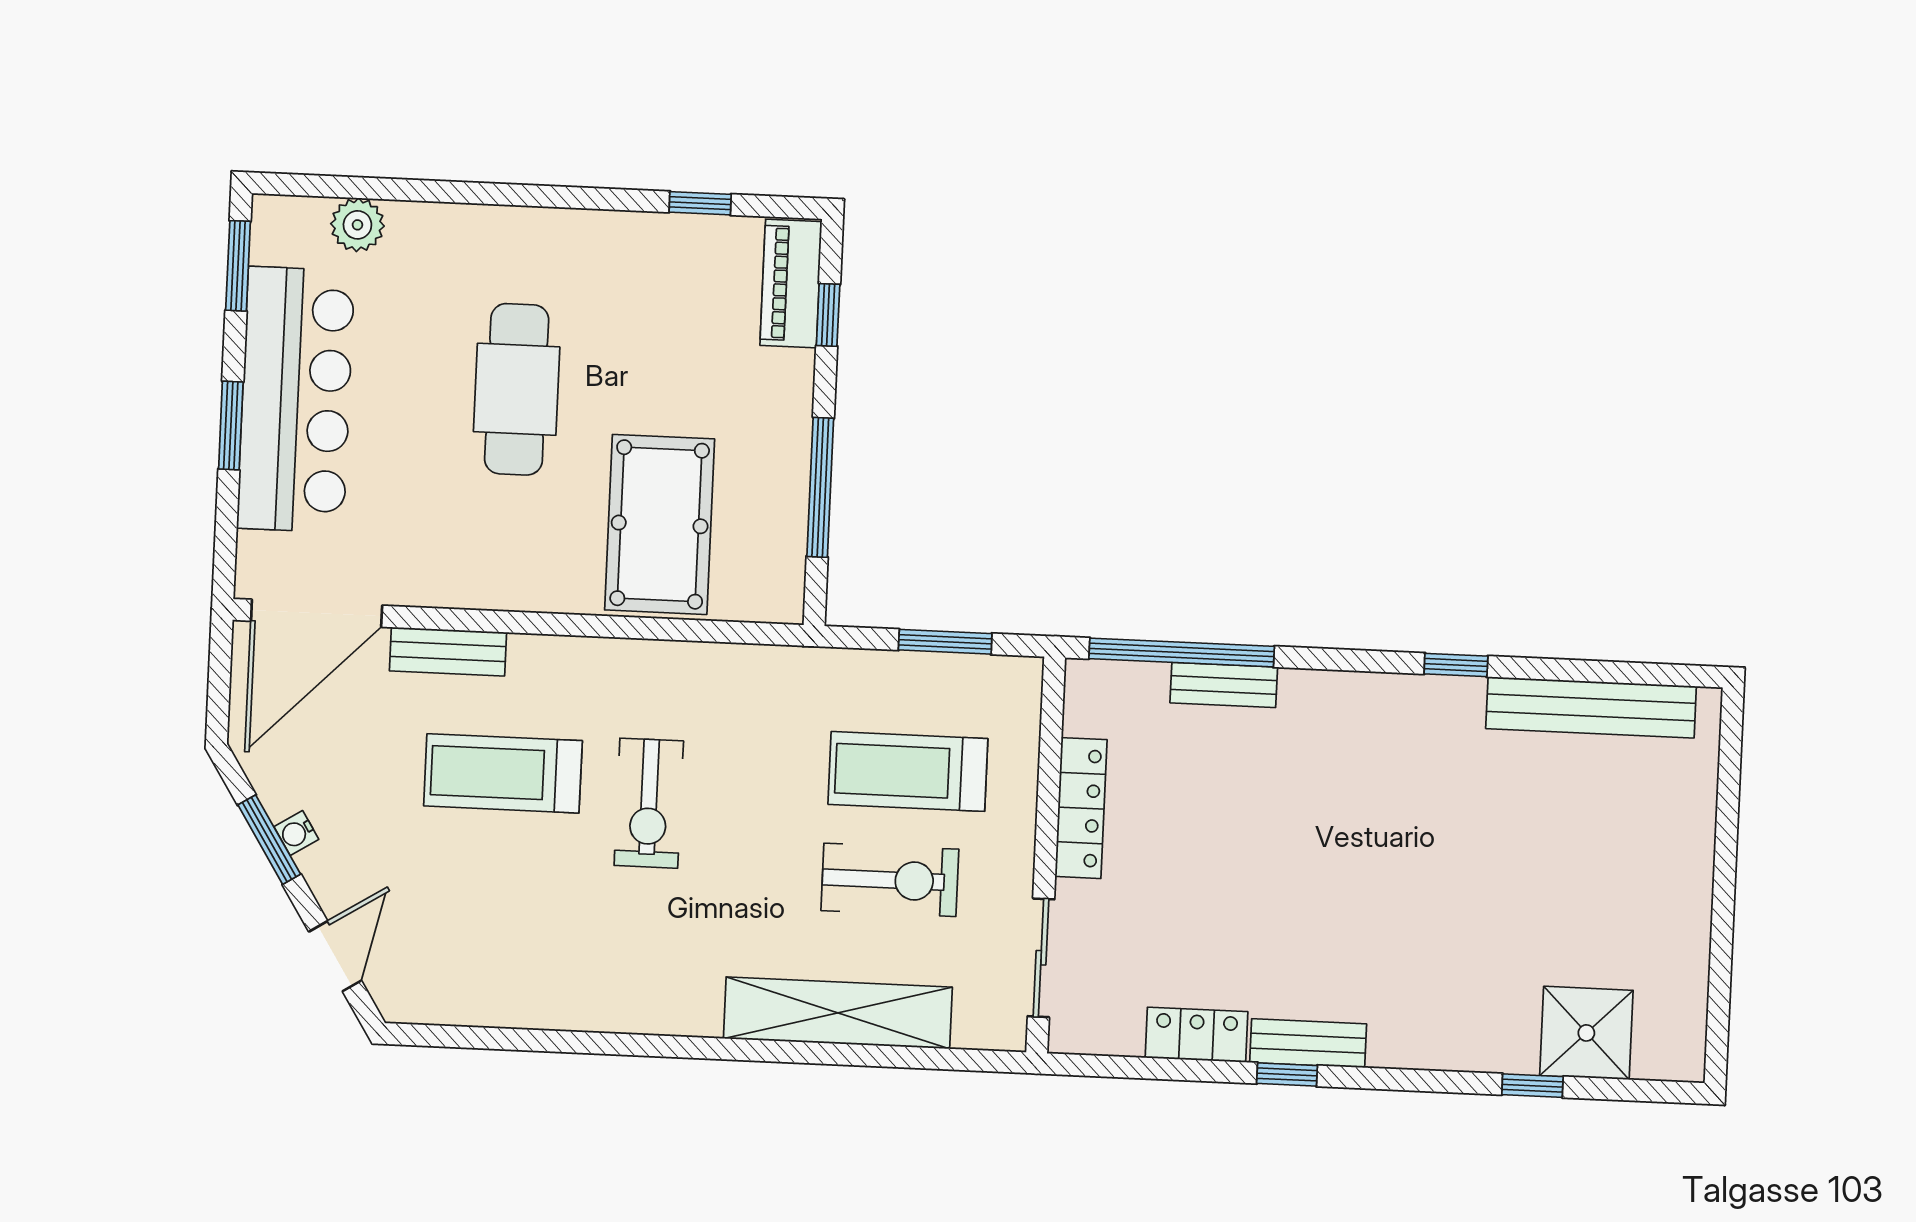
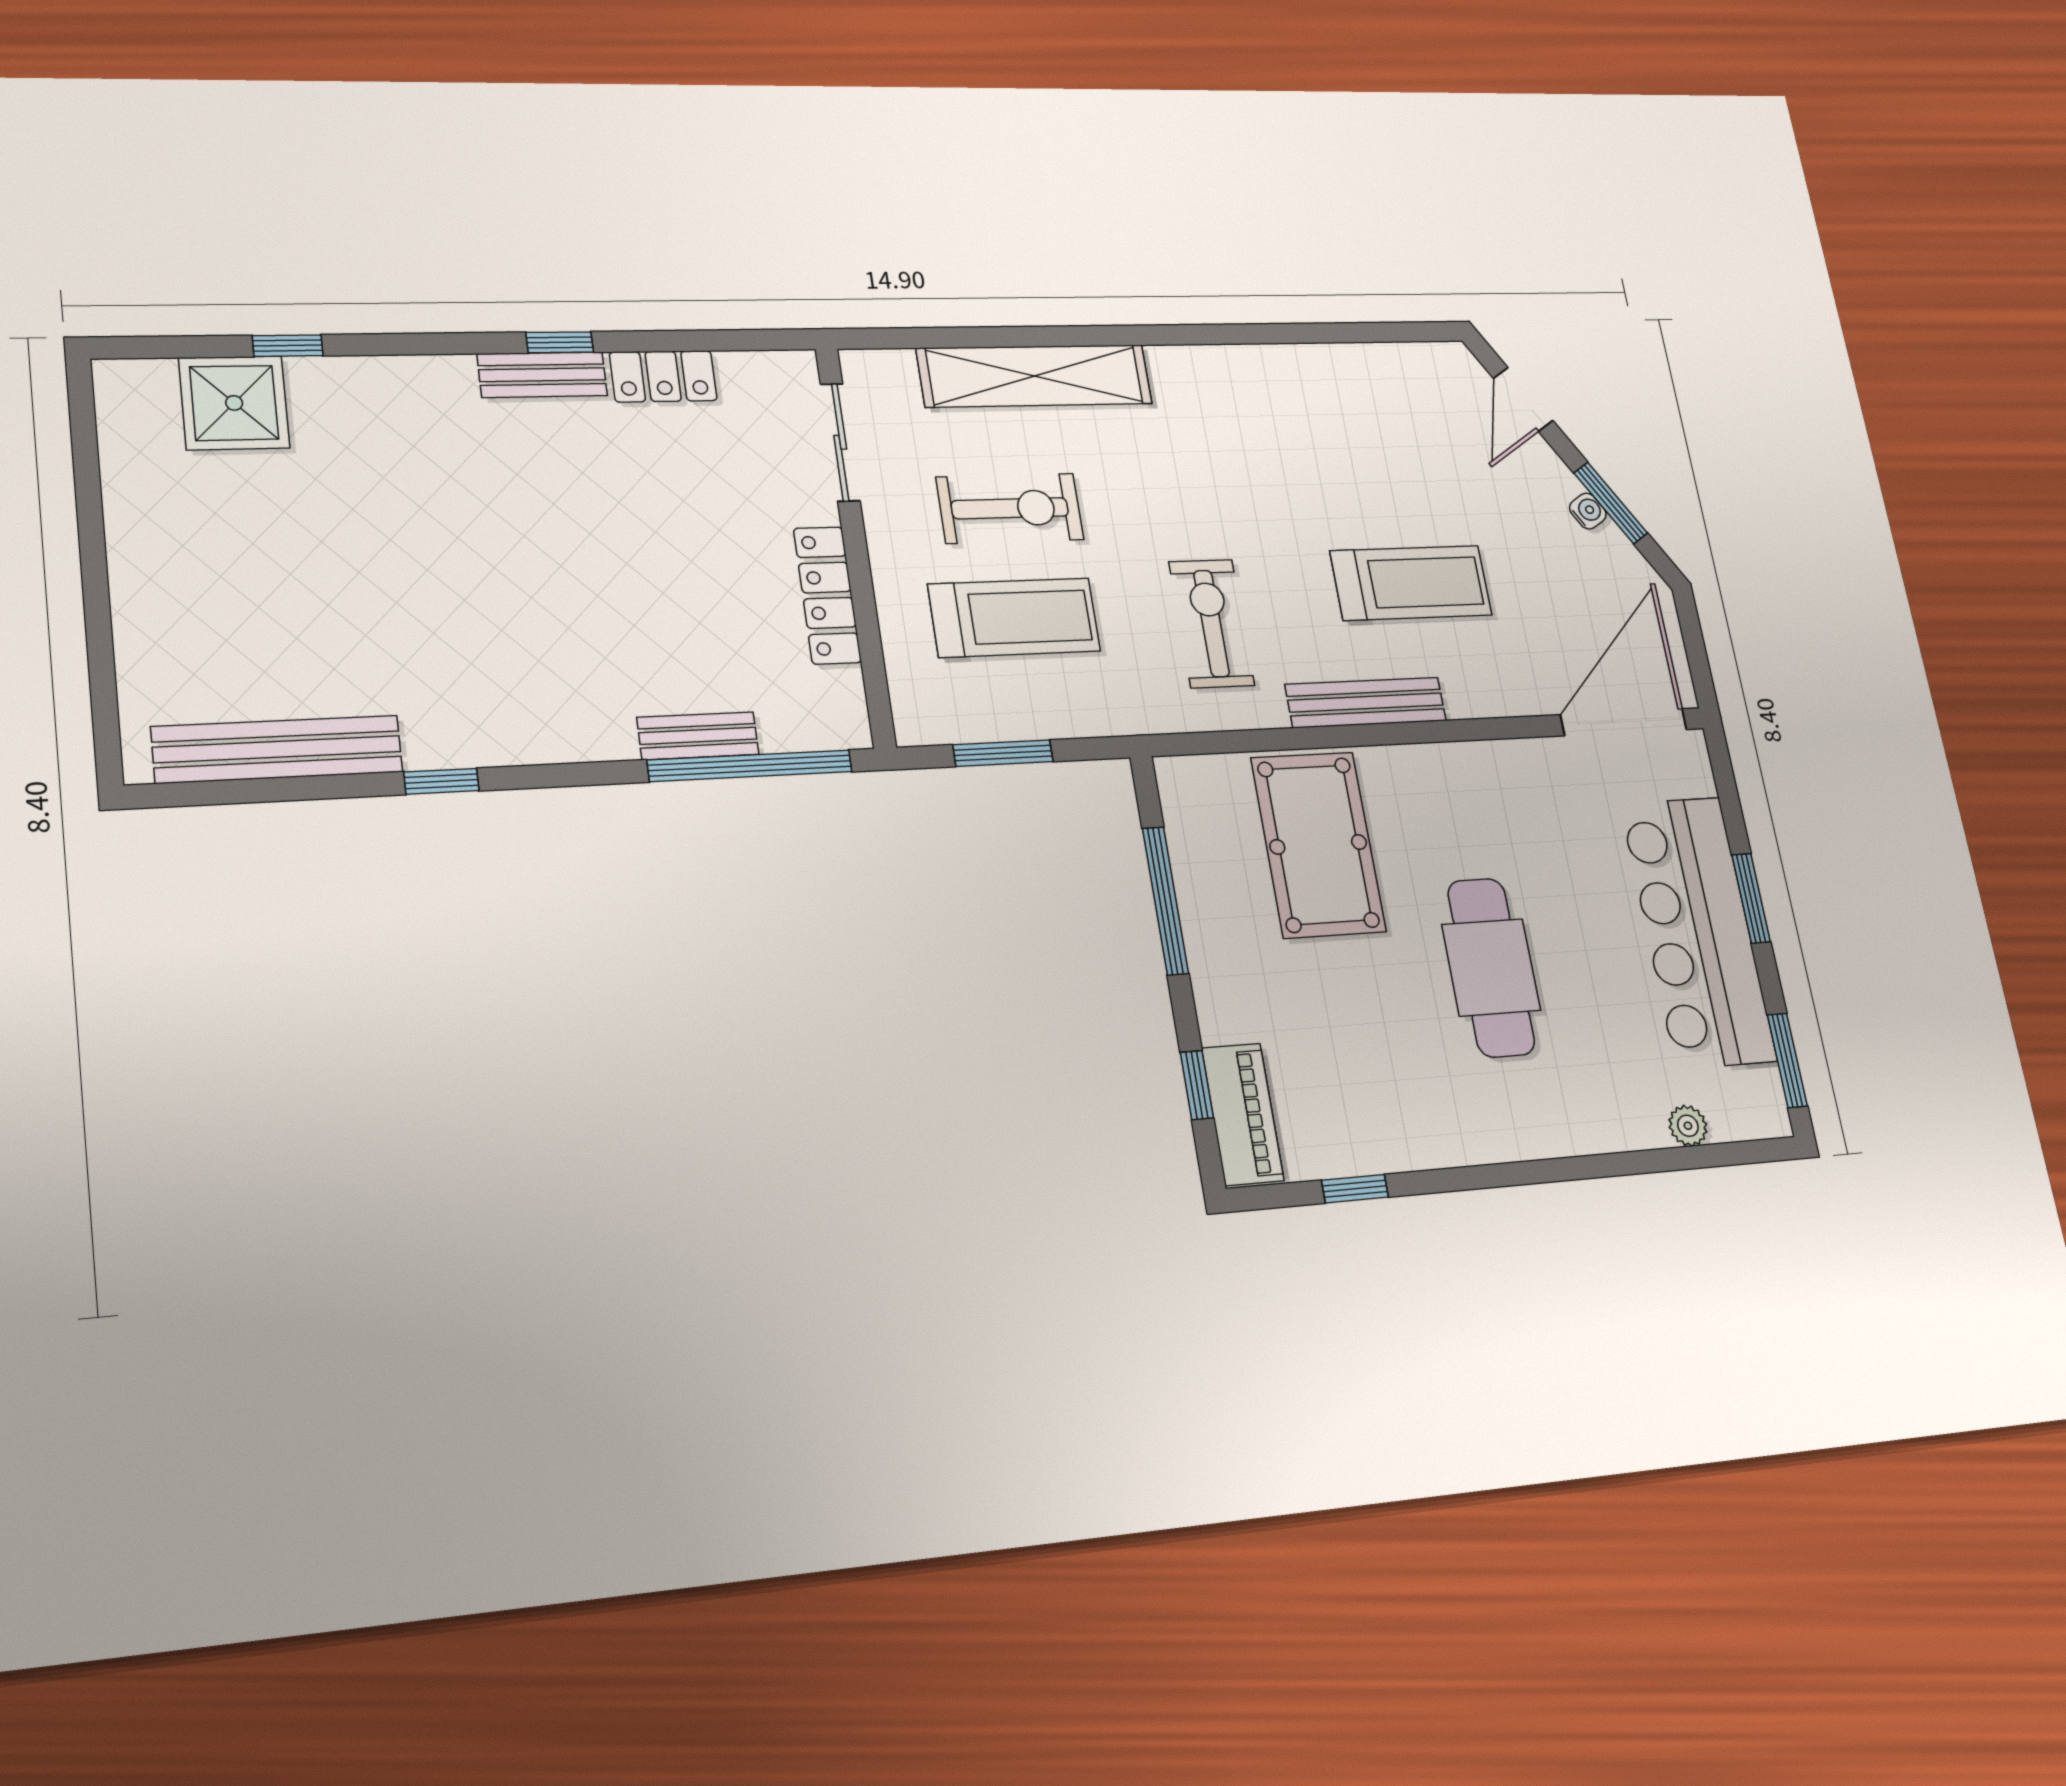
plant: (357, 225) -> (1688, 1126), width x0.73, depth x0.73
bench: (448, 652) -> (1366, 703), moved, width x1.36
exercise bike: (649, 803) -> (1212, 623), moved
exercise bike: (890, 880) -> (1010, 508), turned 180

